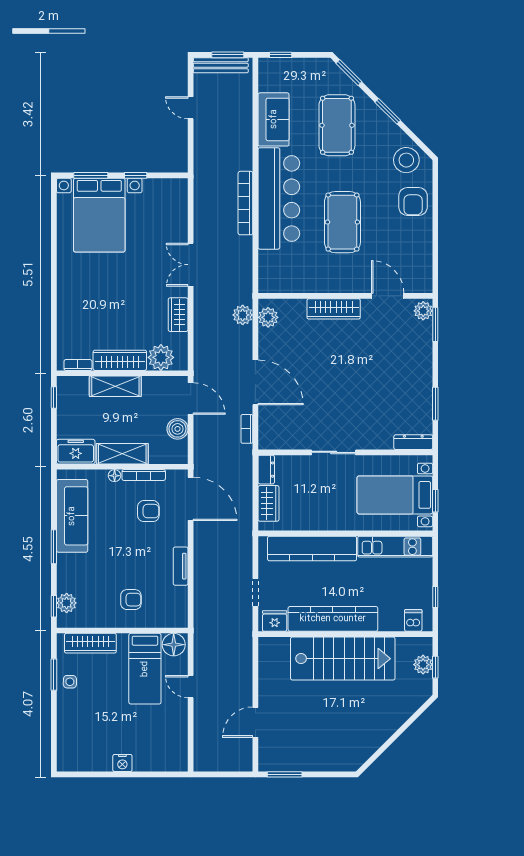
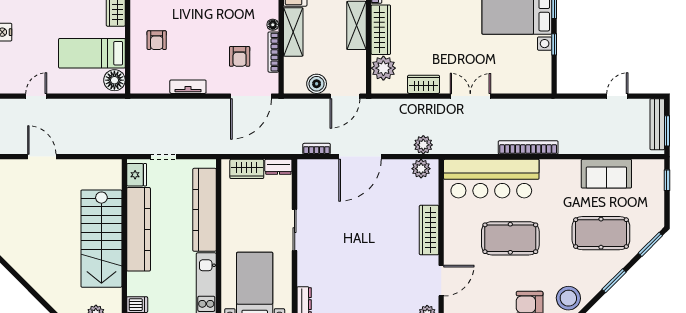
bar counter: (279, 198) -> (491, 179), moved
door: (191, 687) -> (36, 96), moved

